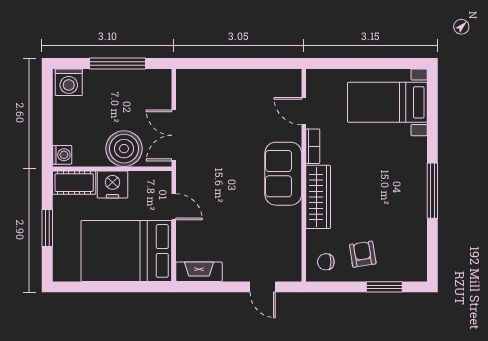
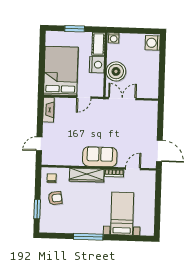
window: (118, 63) -> (162, 69), removed
door: (269, 63) -> (159, 151), added
bed with nightstands: (387, 102) -> (122, 214), moved

